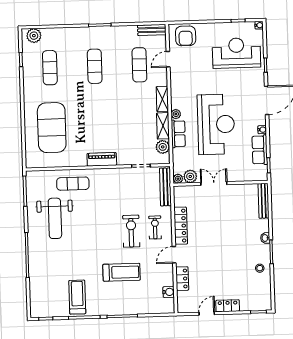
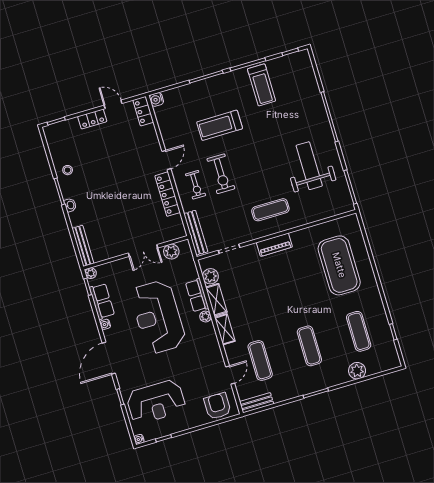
plant: (34, 36) -> (357, 371), moved
plant: (178, 179) -> (91, 273), moved
exercise mat: (73, 184) -> (270, 210), moved
locker: (182, 279) -> (143, 111), moved
water cooler: (169, 292) -> (156, 99), moved
door: (207, 314) -> (113, 104), swing flipped

